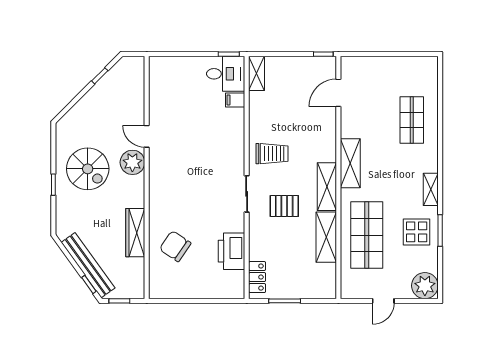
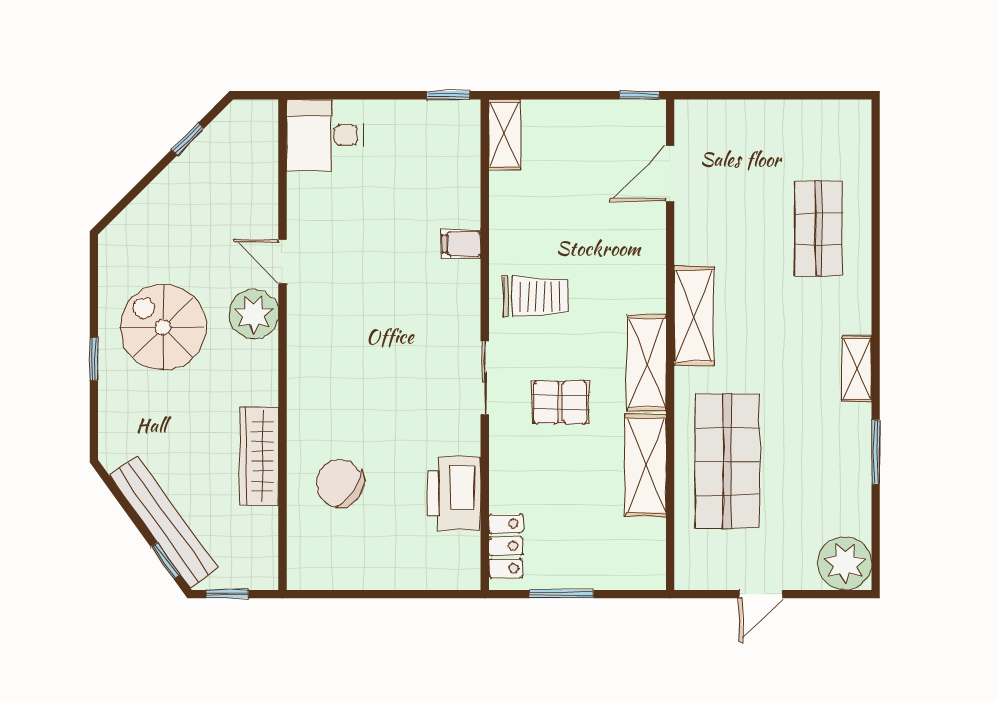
desk: (226, 74) -> (325, 135), moved, turned 180
filing cabinet: (235, 100) -> (461, 244), moved
spiral stairs: (88, 169) -> (163, 327), turned 180
display table: (417, 232) -> (828, 455), removed

